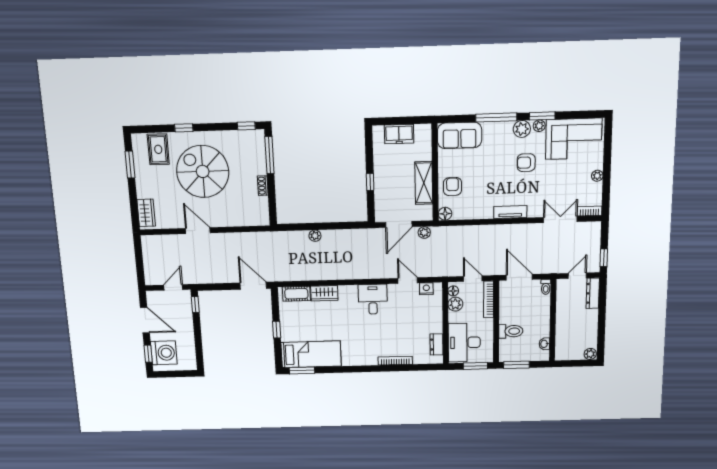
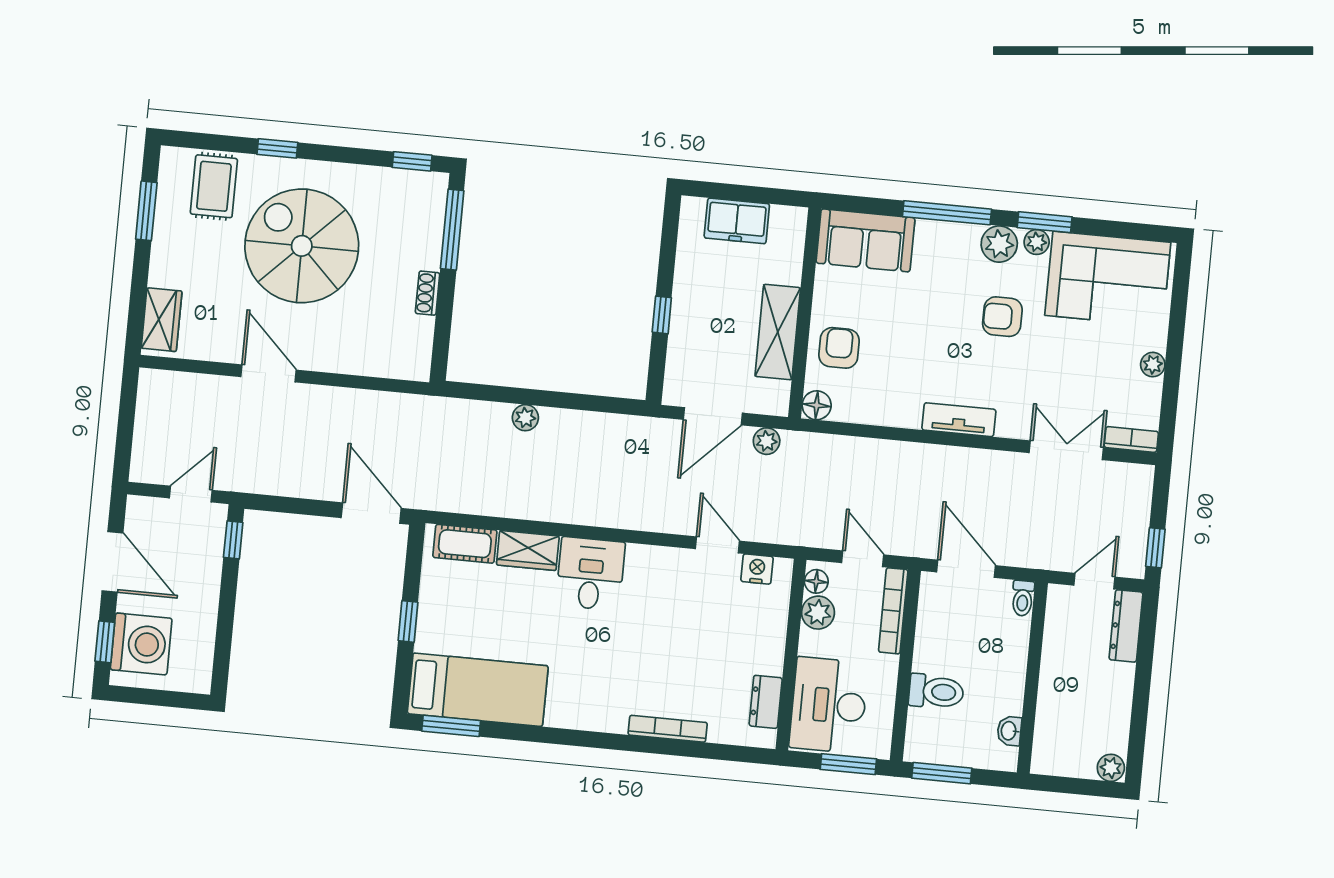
desk: (373, 299) -> (590, 574), moved

